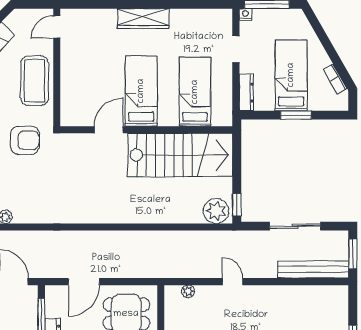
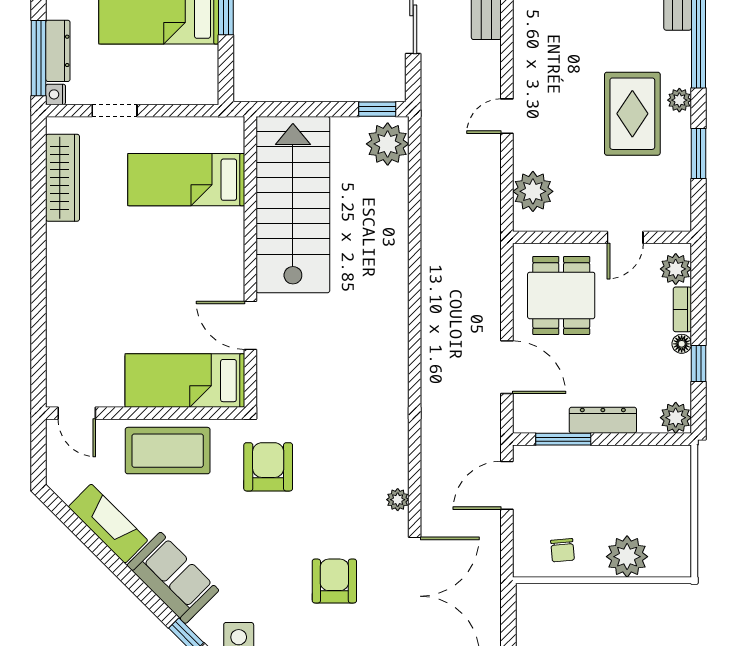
wardrobe: (143, 19) -> (63, 178), moved
bed: (141, 91) -> (185, 381), moved
dresser: (246, 93) -> (58, 51), moved, turned 90
plant: (188, 291) -> (533, 191), width x1.87, depth x1.87

